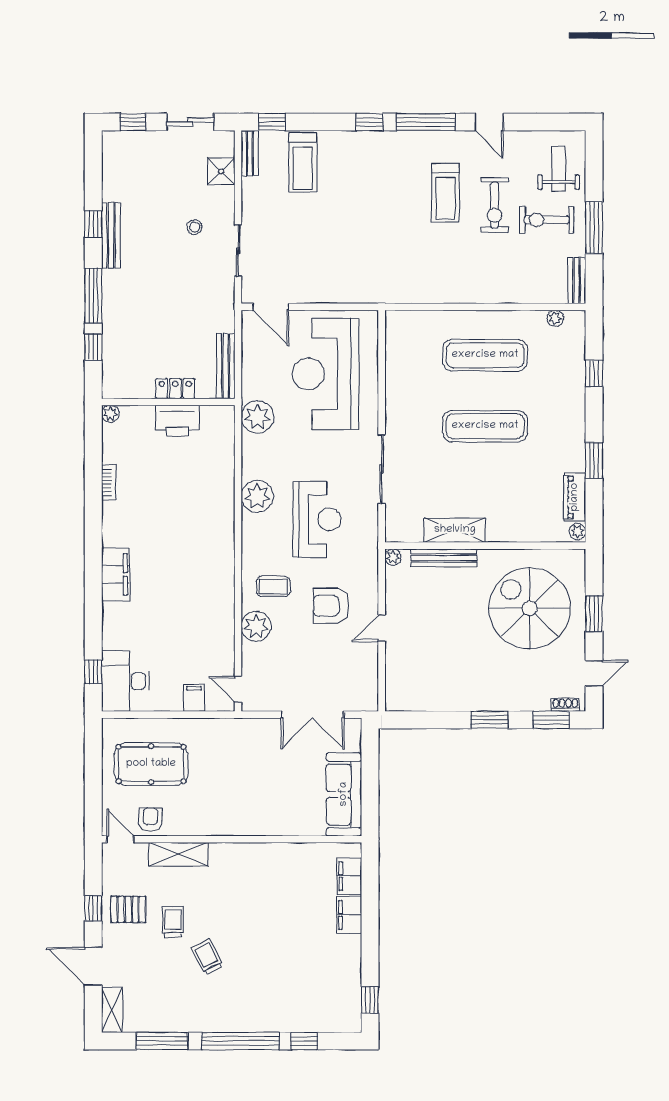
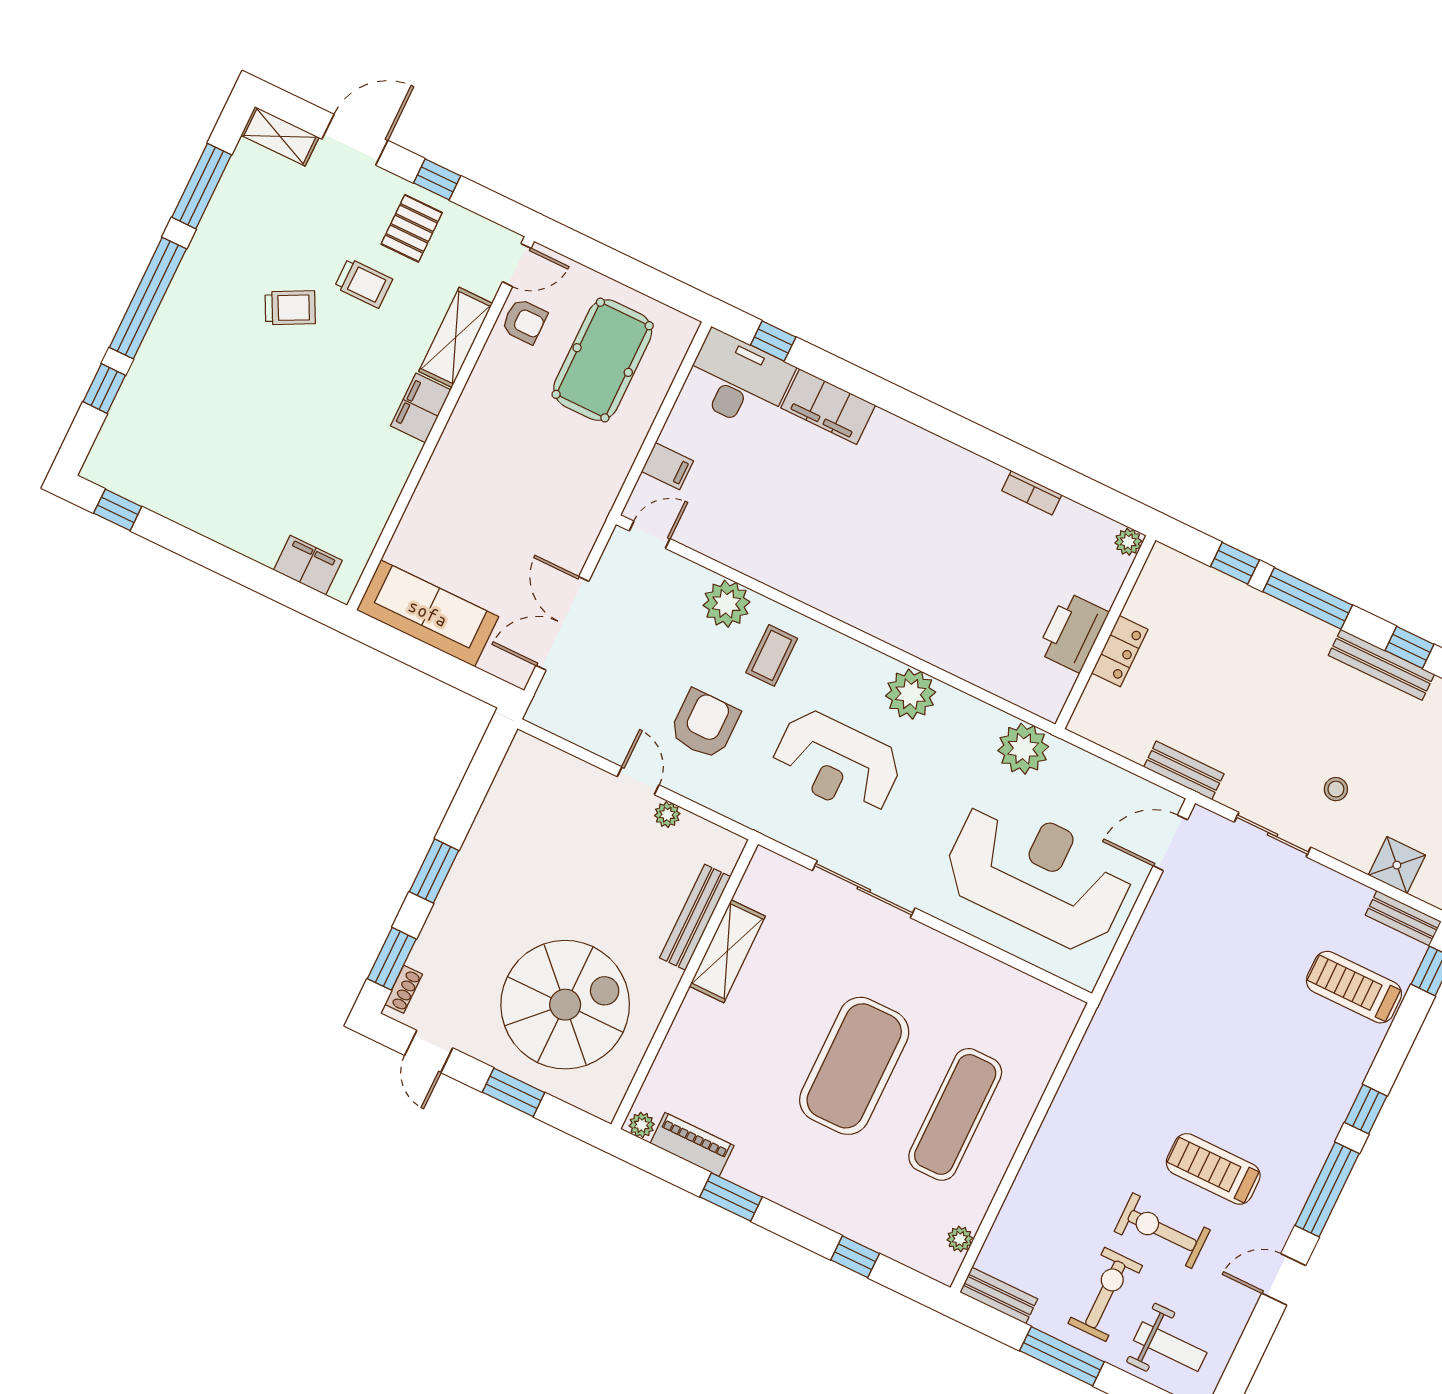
bench: (226, 366) -> (1184, 770), moved, width x0.73
exercise mat: (485, 426) -> (854, 1066), width x1.47
plant: (393, 557) -> (667, 815), moved
filing cabinet: (116, 575) -> (828, 407), moved
filing cabinet: (349, 915) -> (421, 408), moved, turned -90

